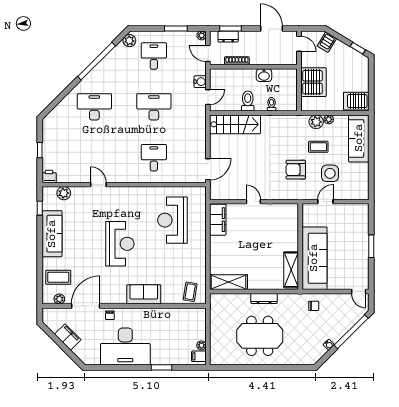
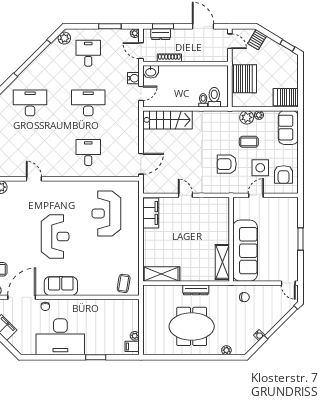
washbasin: (264, 75) -> (151, 72), moved
toilet: (248, 101) -> (214, 97), moved
sofa: (359, 138) -> (288, 128), width x0.73
armchair: (354, 180) -> (284, 175), added
sofa: (144, 294) -> (61, 286), moved
plant: (295, 360) -> (226, 350), added

